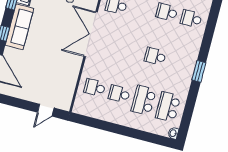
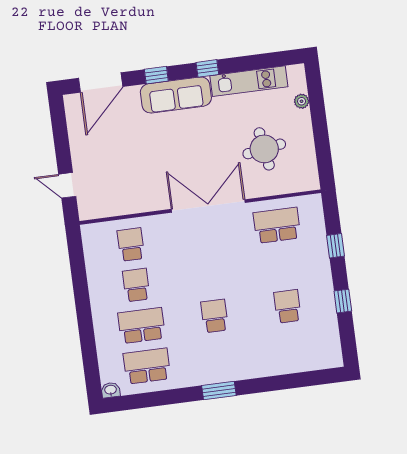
school desk: (191, 19) -> (293, 347), removed

